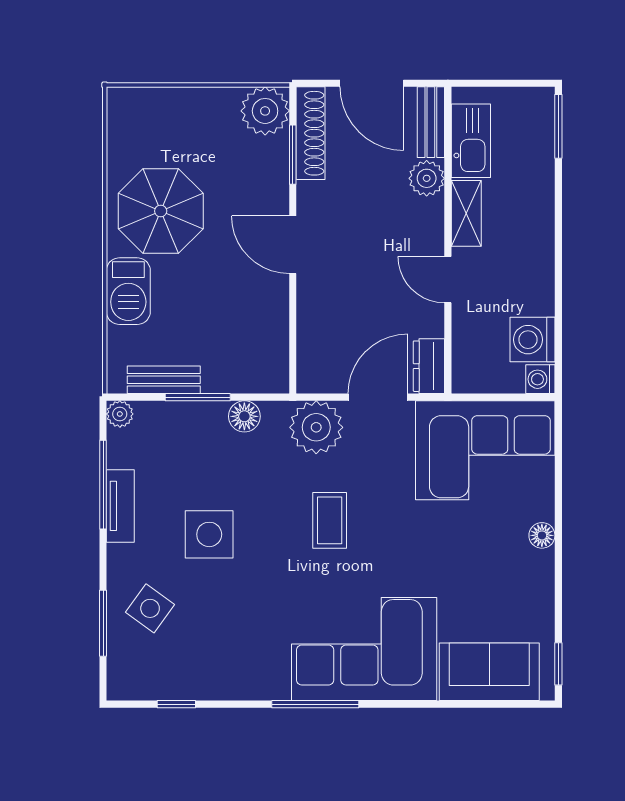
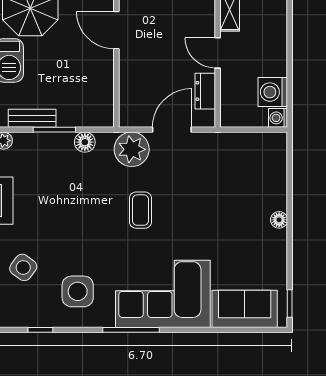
dresser: (429, 366) -> (205, 91), moved
corner sofa: (485, 450) -> (242, 164), removed
side table: (209, 534) -> (78, 291), moved

